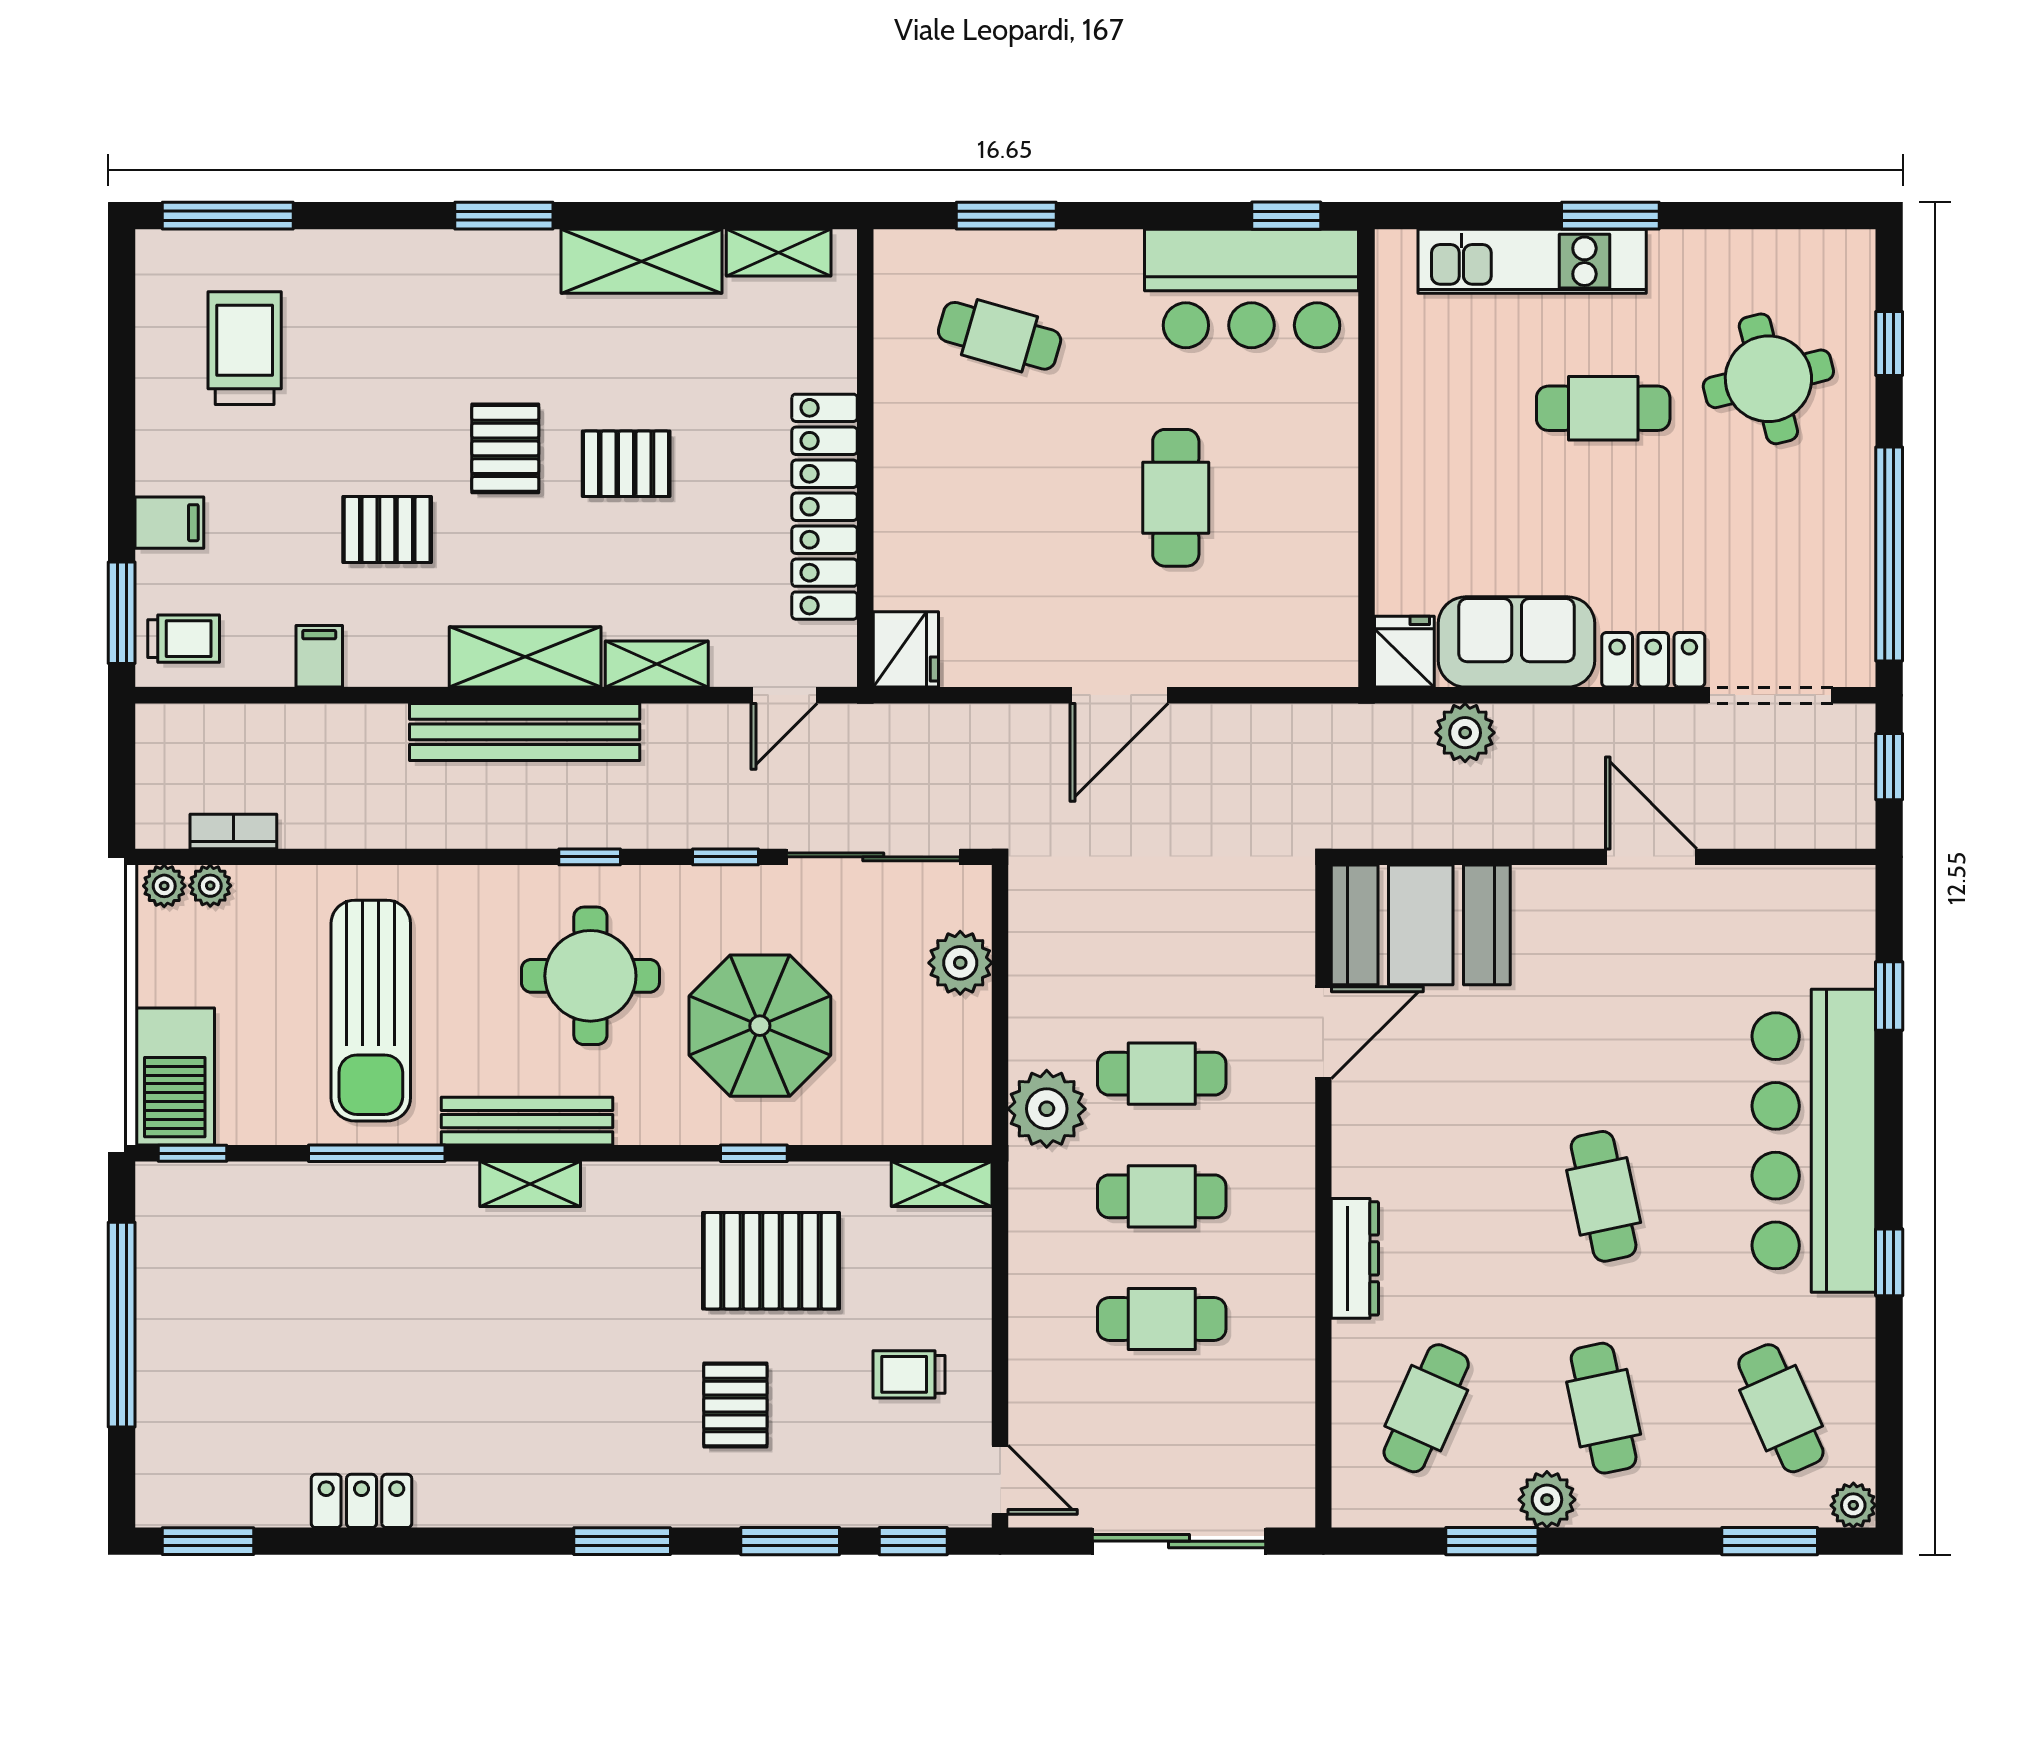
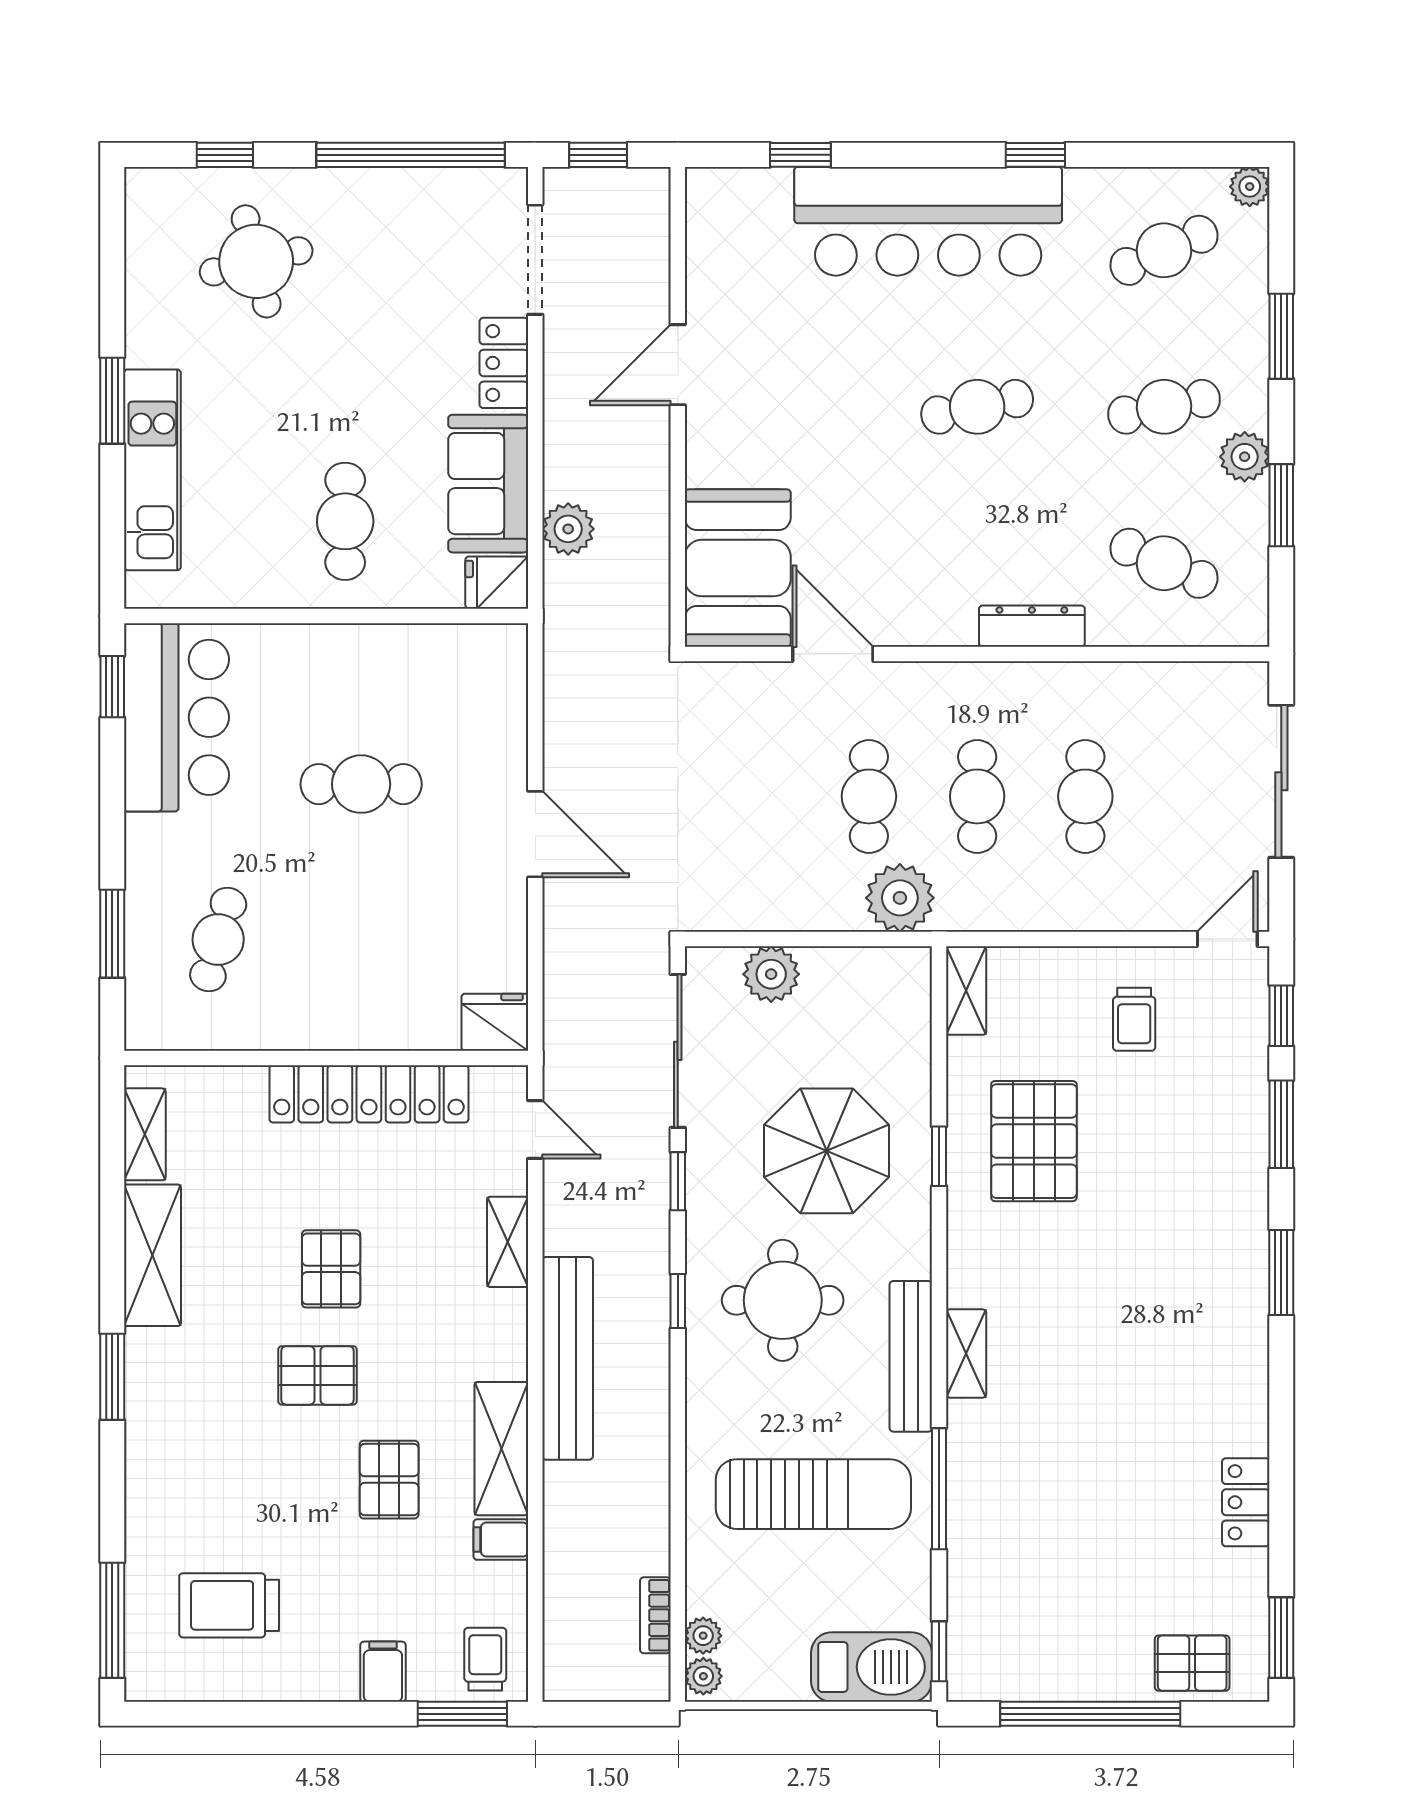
cafe table: (1603, 408) -> (345, 521), moved
shelving: (525, 657) -> (501, 1449), moved
pallet: (735, 1405) -> (1192, 1663), moved
window: (1770, 1541) -> (1281, 336), moved

